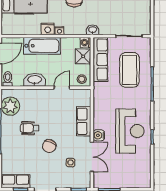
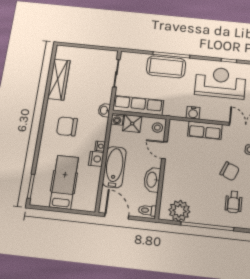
coffee table: (129, 70) -> (166, 67), moved
wheelchair: (30, 128) -> (234, 202), moved
water cooler: (99, 135) -> (193, 113), moved

